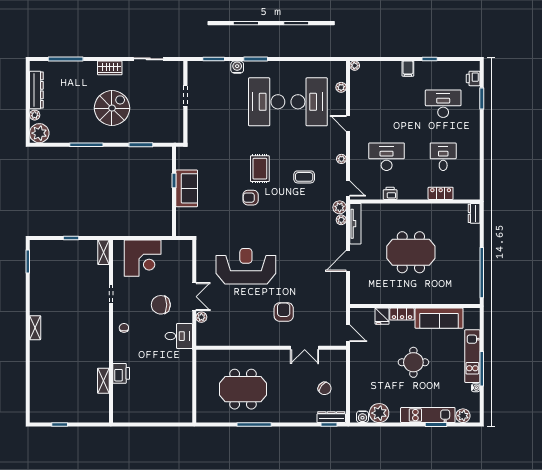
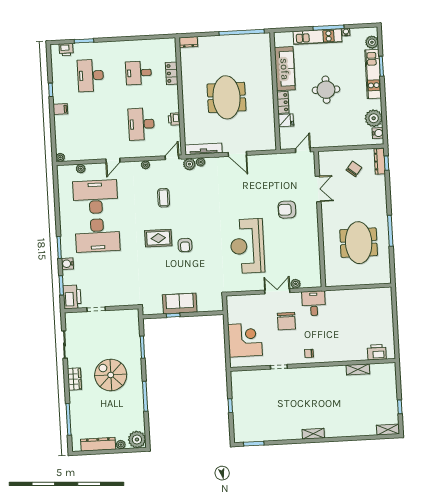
printer: (200, 70) -> (72, 297), added
shelving: (103, 252) -> (388, 430), moved
printer: (121, 373) -> (377, 352), moved

